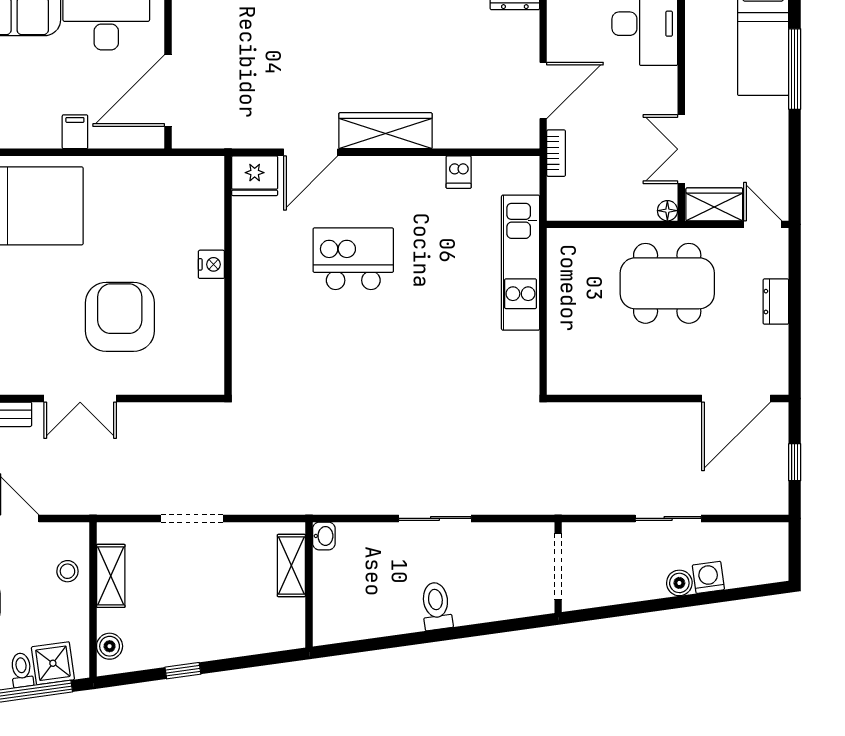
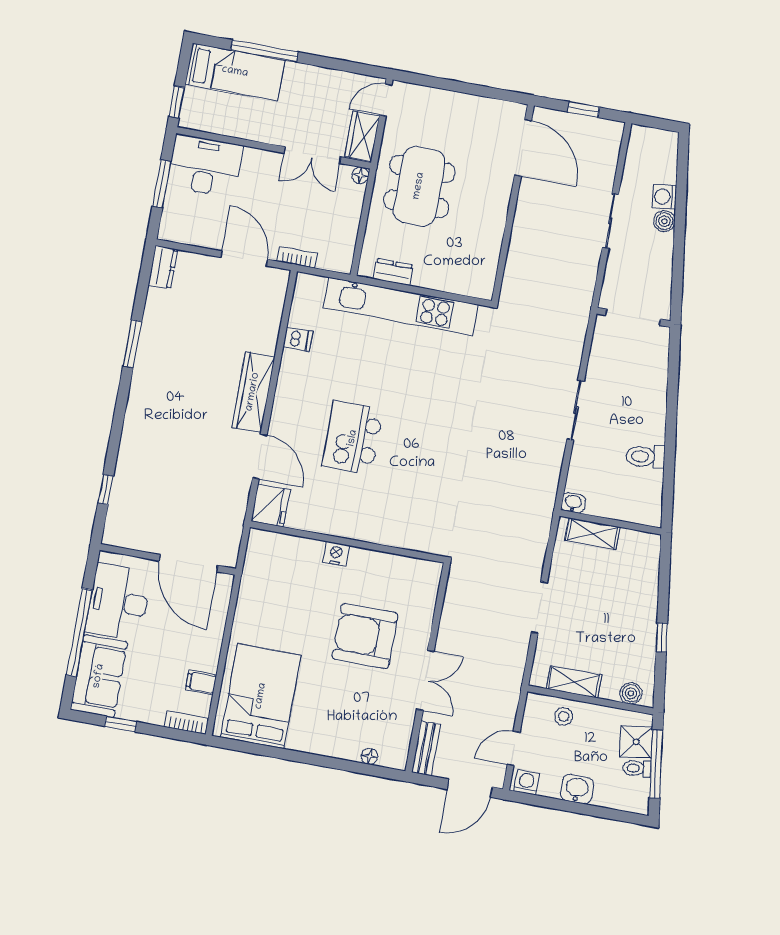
filing cabinet: (75, 132) -> (201, 682), moved
kitchen unit: (521, 263) -> (401, 306), width x1.36
dresser: (776, 302) -> (393, 272), moved, turned 180
toilet: (436, 606) -> (645, 457), moved

